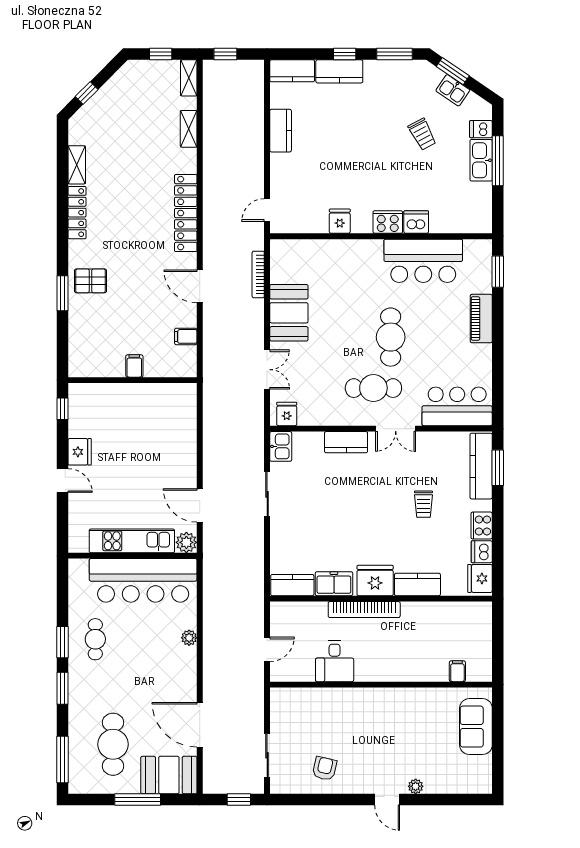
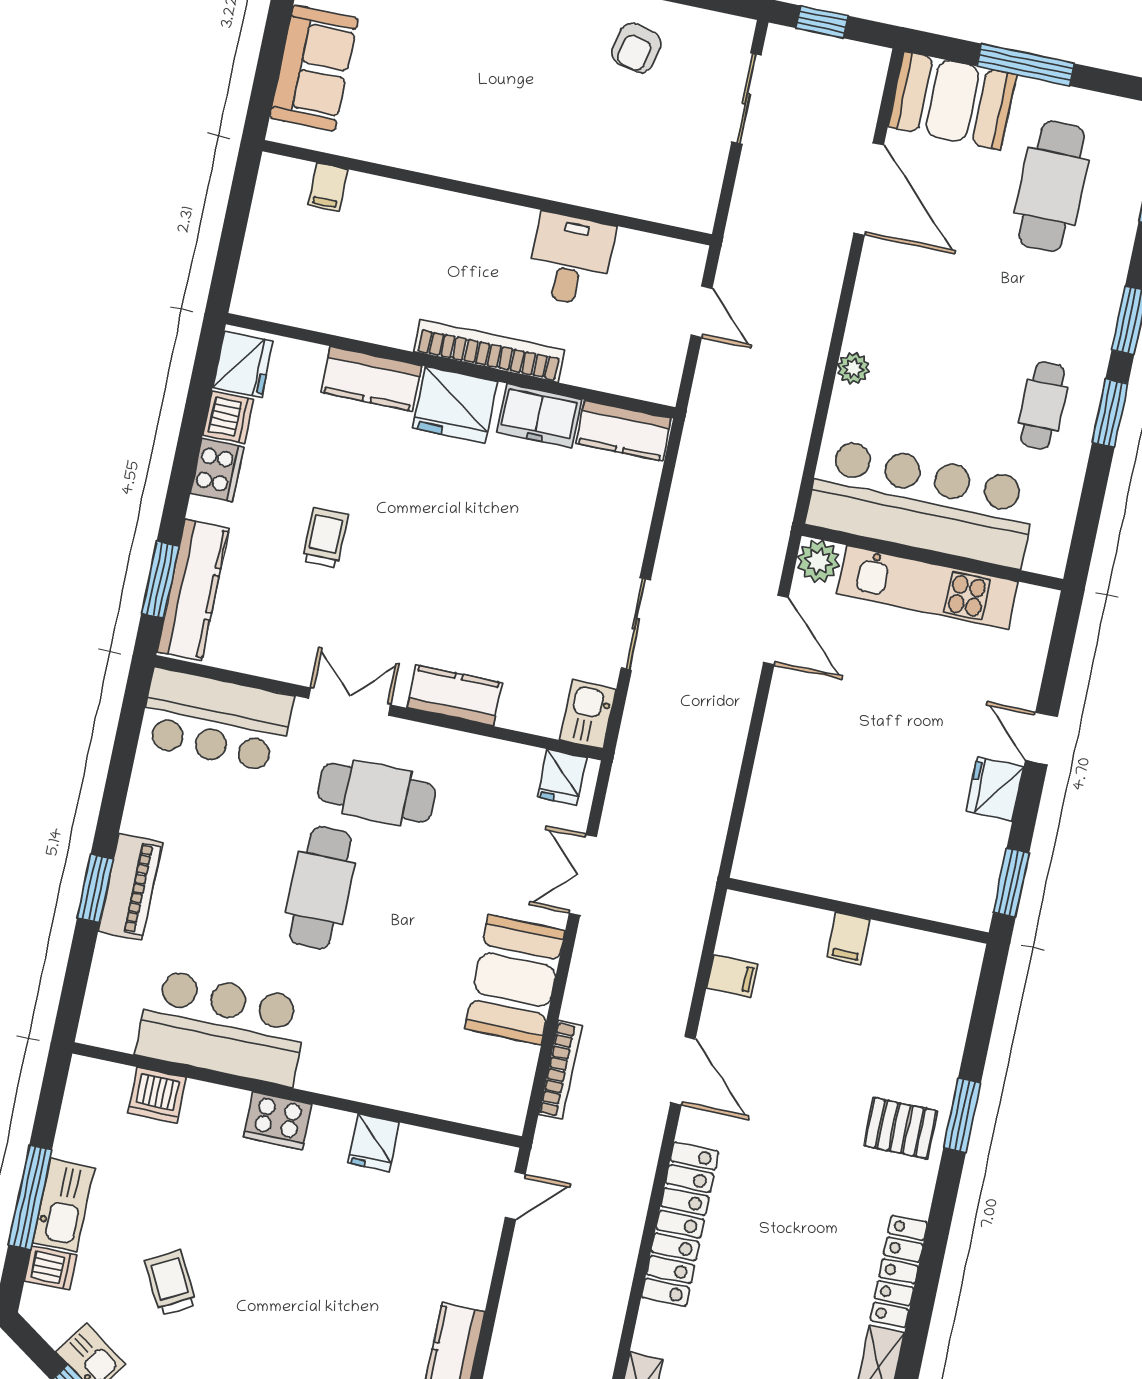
dishwasher: (416, 222) -> (157, 1095), moved
window: (498, 272) -> (95, 888), moved
window: (62, 409) -> (1011, 883), width x1.50
door: (267, 649) -> (702, 312), swing flipped

